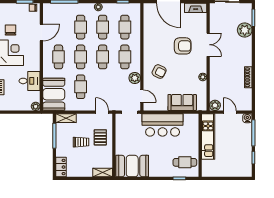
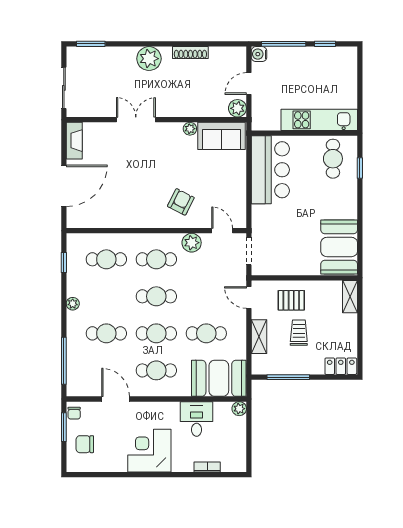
cafe table: (103, 27) -> (106, 296), removed
chair: (11, 30) -> (85, 444), moved
plant: (245, 30) -> (149, 59), moved
armchair: (183, 46) -> (138, 162), removed
door: (142, 96) -> (222, 231), hinge flipped
sofa: (182, 102) -> (221, 136), moved, turned -90
door: (102, 112) -> (249, 297), hinge flipped
shelving: (66, 118) -> (259, 337), moved
bar counter: (163, 125) -> (270, 170), moved
kitchen unit: (208, 136) -> (319, 120), moved

